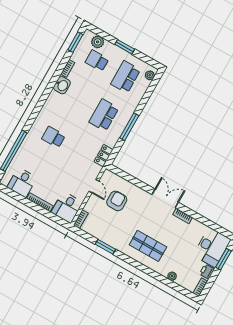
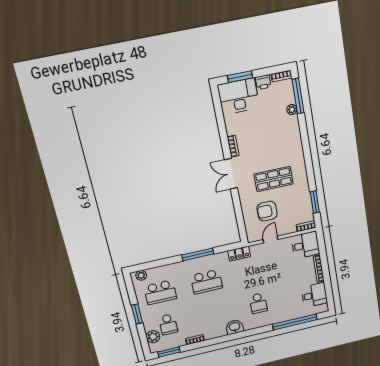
washbasin: (62, 85) -> (235, 327), moved
shop shelf: (148, 246) -> (274, 179), moved, turned 90
window: (105, 247) -> (315, 202), moved
window: (177, 288) -> (298, 96), added

